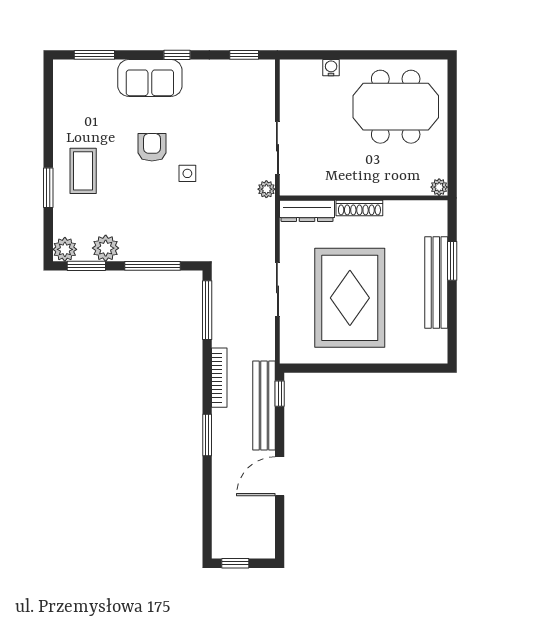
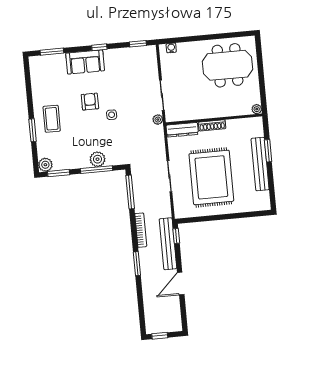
water cooler: (331, 68) -> (171, 48), moved
plant: (106, 248) -> (98, 159), moved

